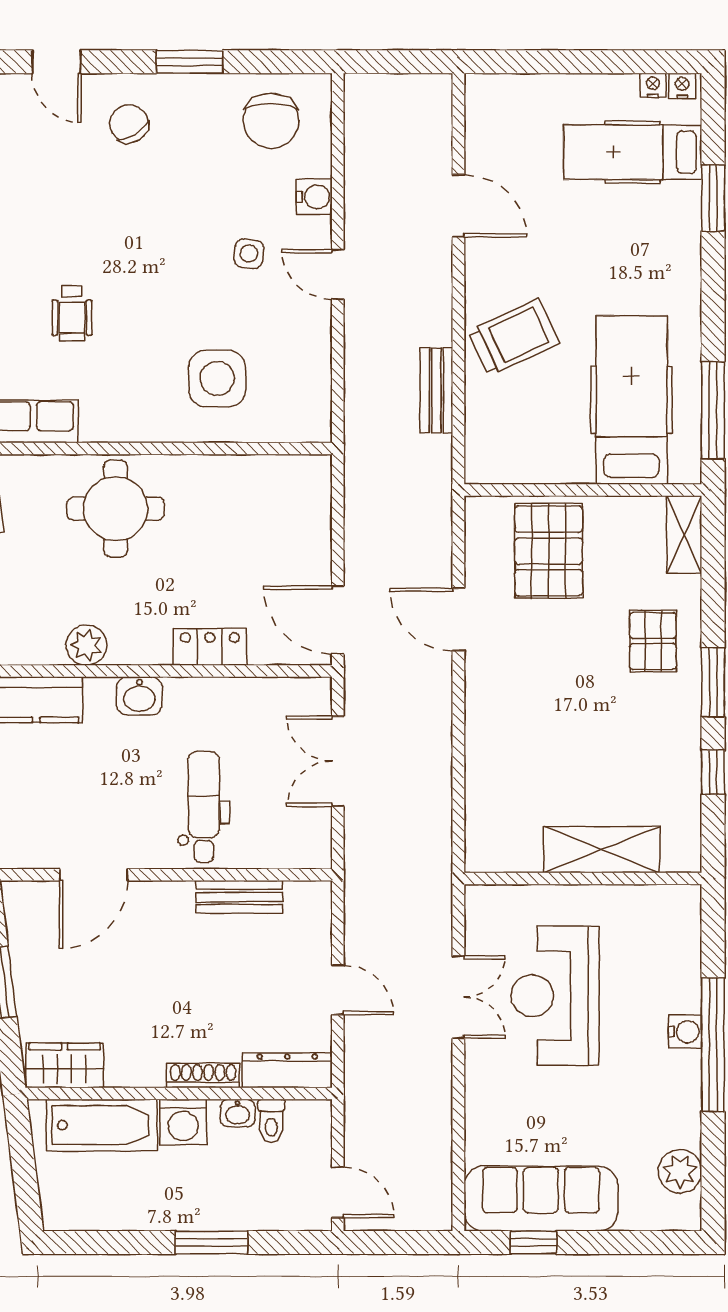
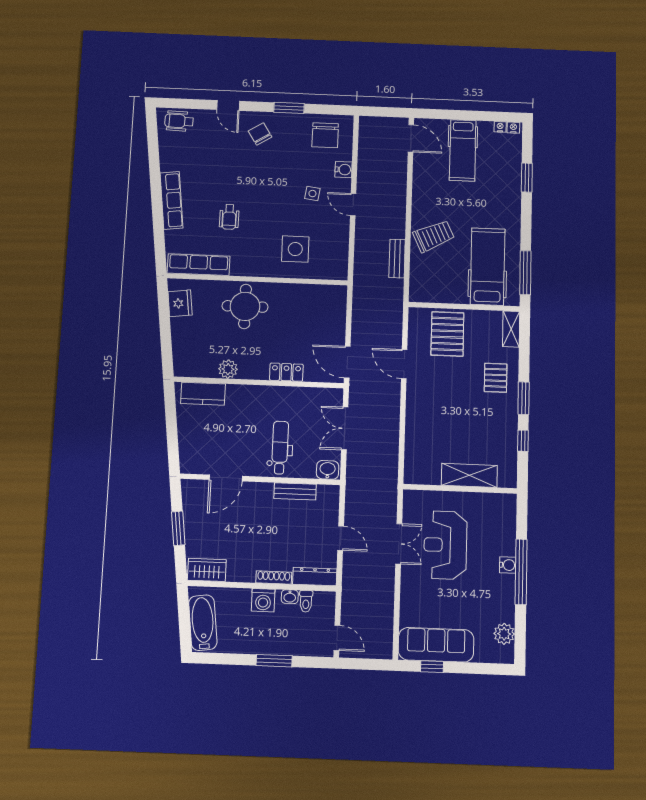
hospital bed: (633, 152) -> (463, 150), moved, turned -90
door: (458, 206) -> (411, 138), moved
washbasin: (139, 696) -> (328, 470), moved, turned 180
bathtub: (102, 1125) -> (203, 623), moved, turned -97

